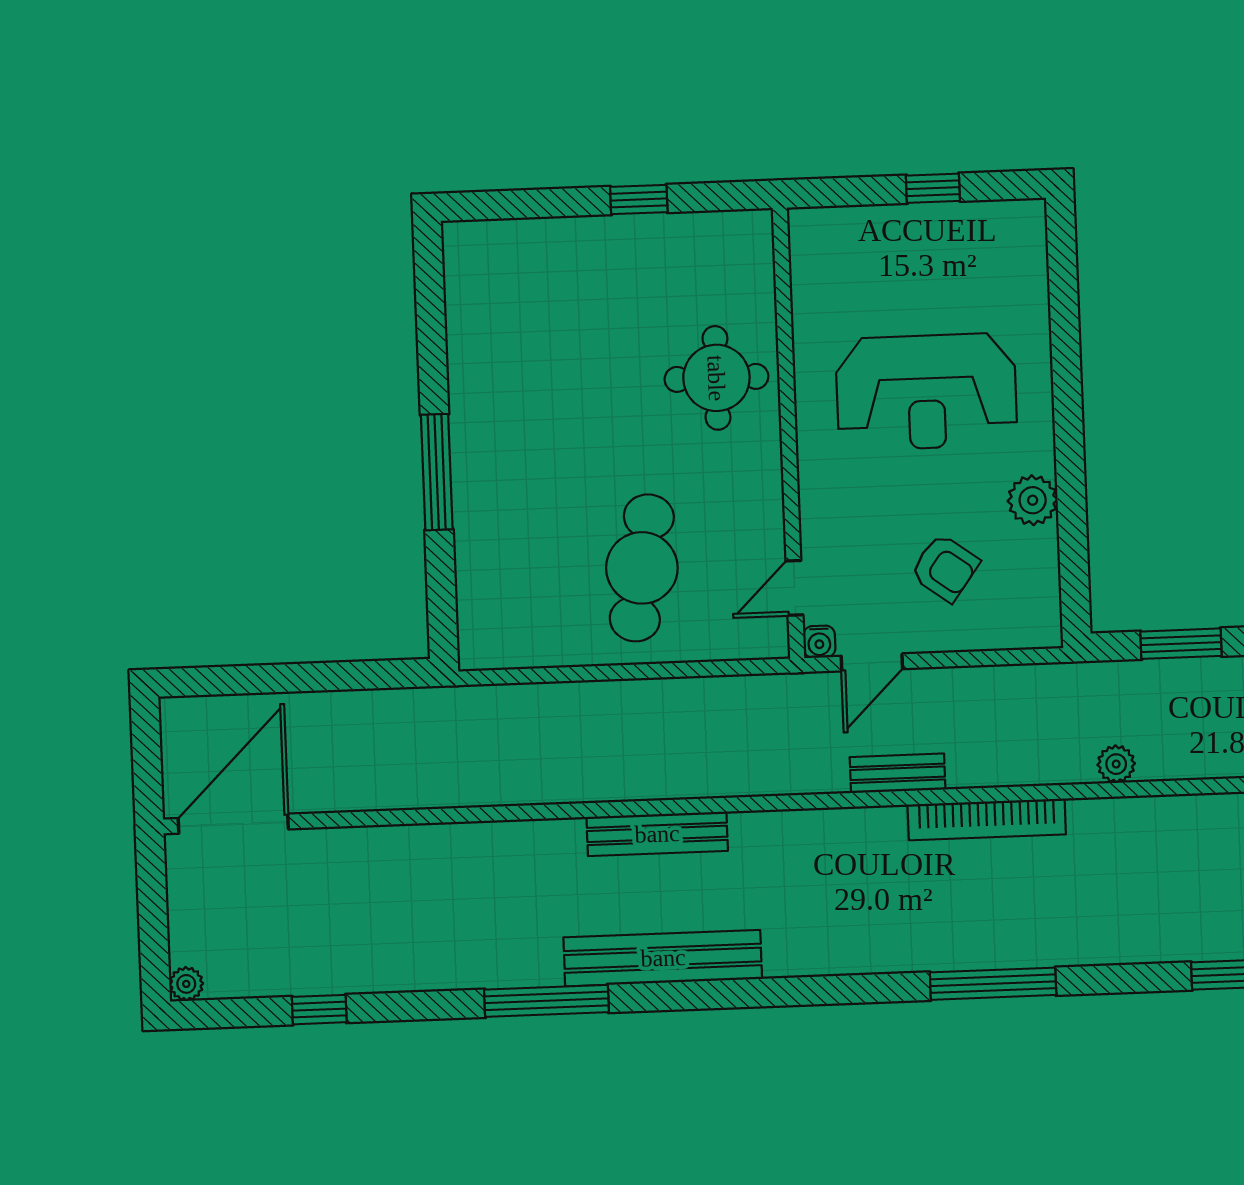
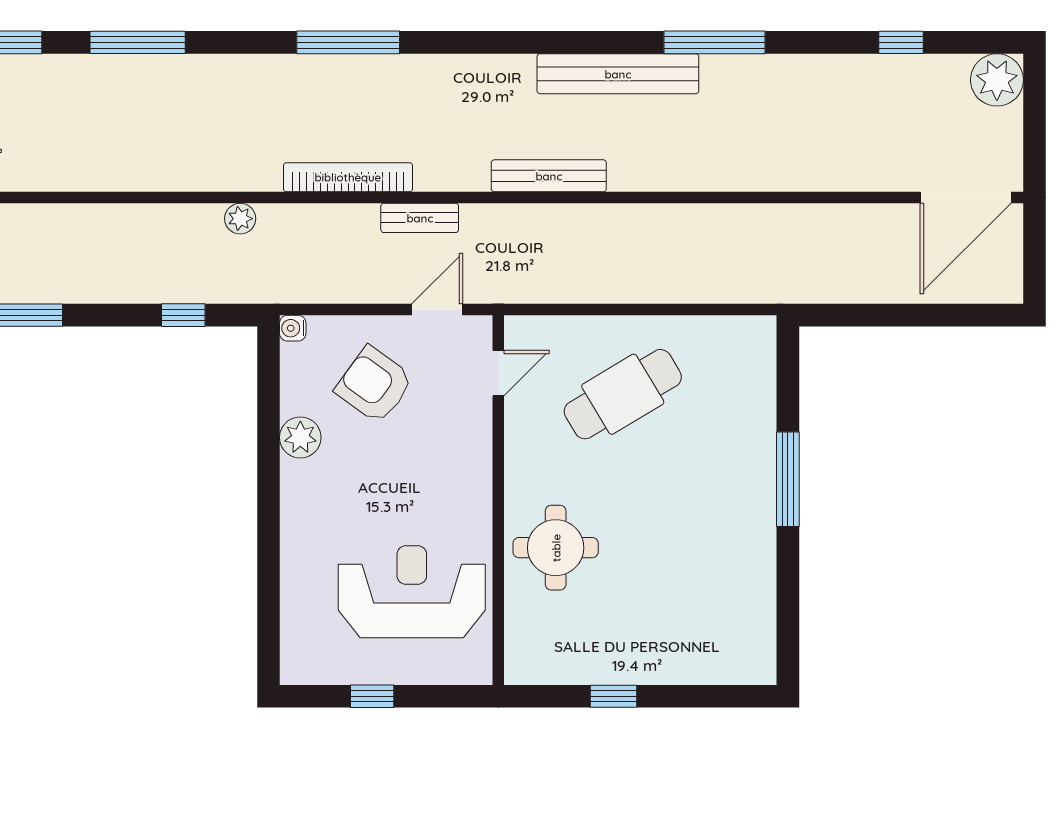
reception desk: (926, 392) -> (412, 592), moved
cafe table: (642, 568) -> (623, 394), turned 49
armchair: (945, 568) -> (374, 385), width x1.38, depth x1.38
water cooler: (819, 642) -> (293, 328), moved, turned -90
window: (1181, 644) -> (183, 315), width x0.67
bench: (657, 834) -> (549, 176), moved
plant: (186, 984) -> (997, 80), width x1.87, depth x1.87

